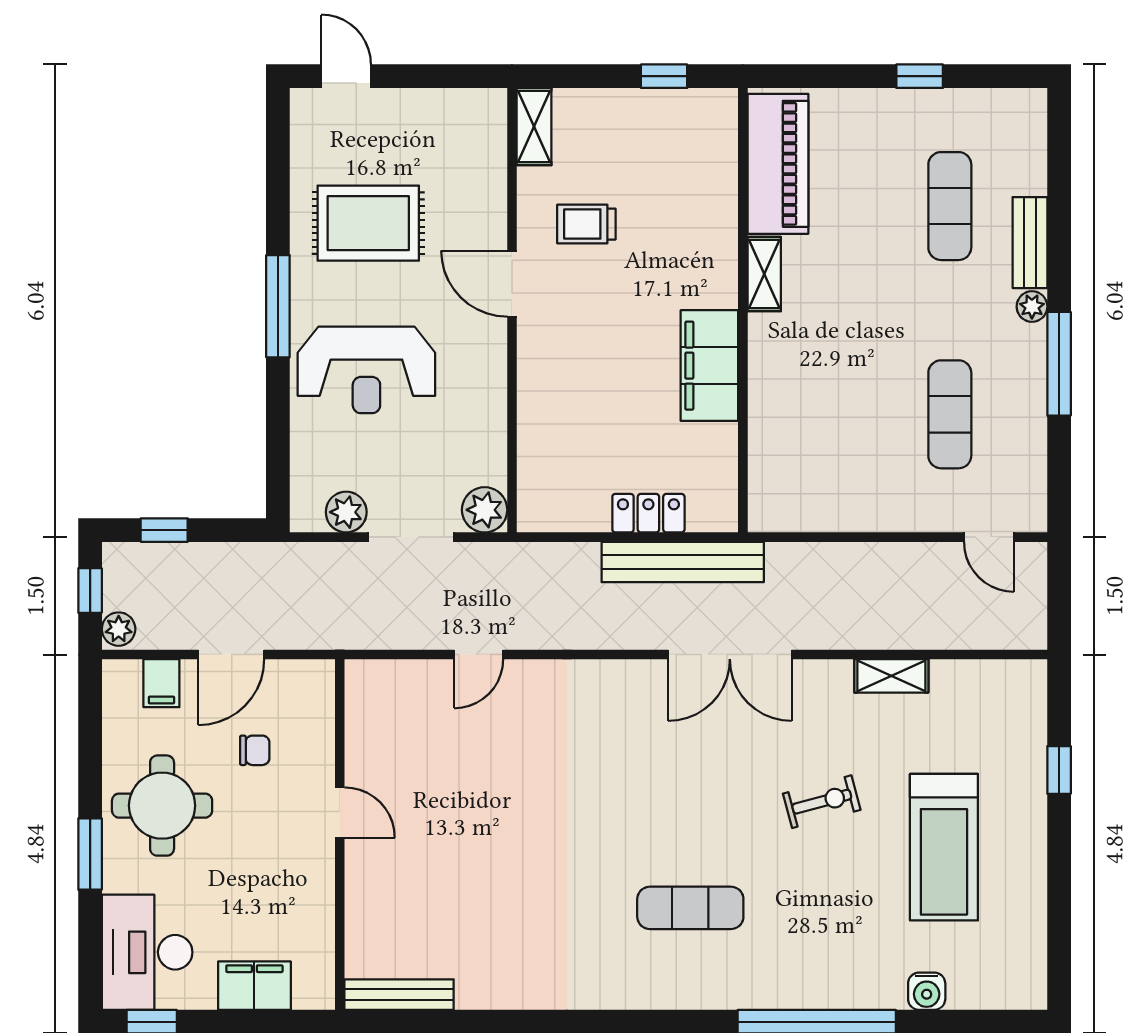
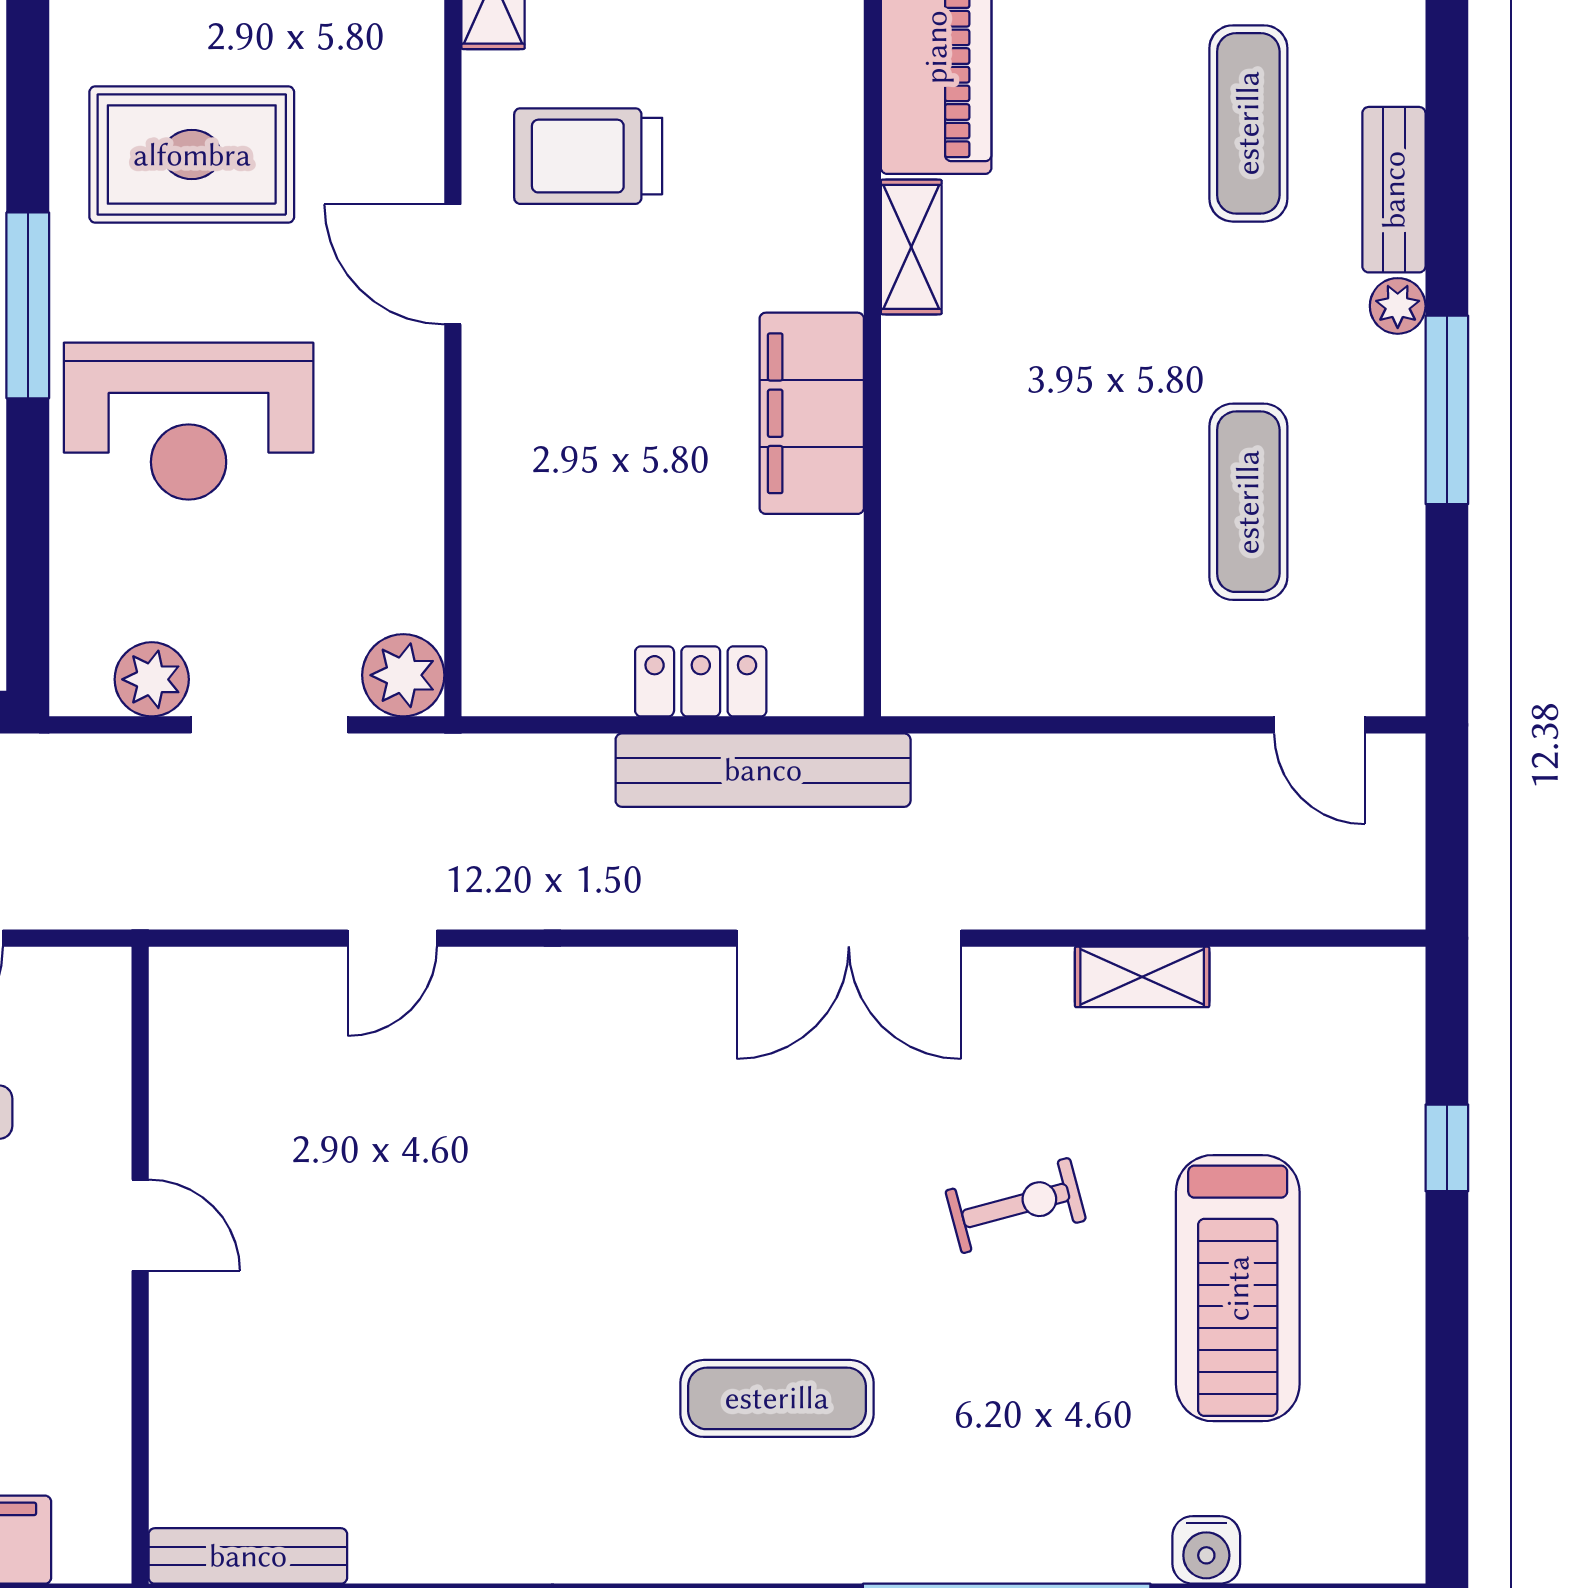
trolley: (586, 224) -> (588, 156), width x1.36, depth x1.39

